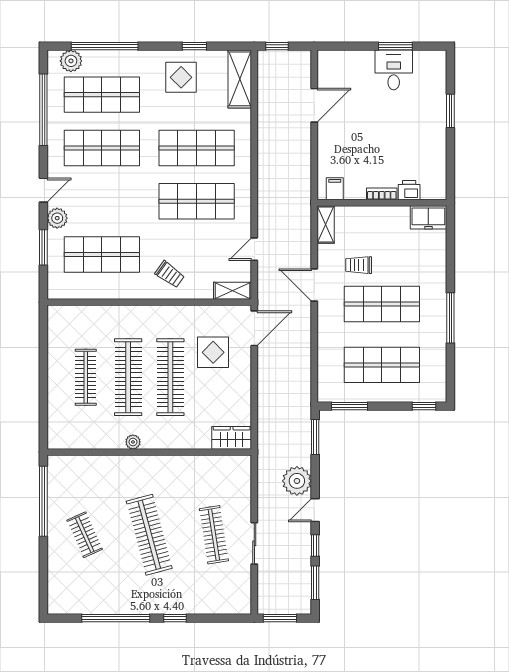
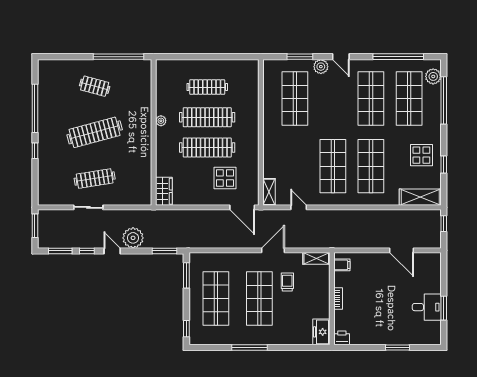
printer: (409, 190) -> (342, 338), moved, turned -90
trolley: (170, 274) -> (281, 147), removed
clothes rail: (85, 535) -> (95, 86), turned 39

